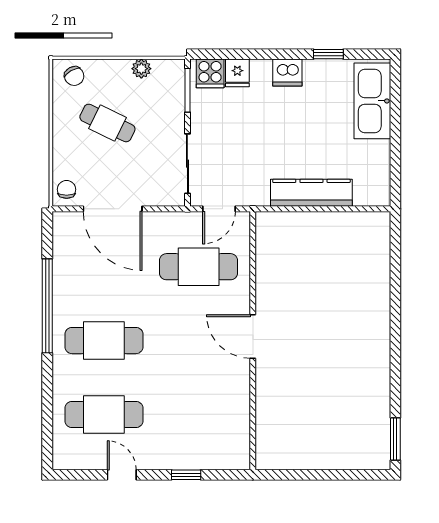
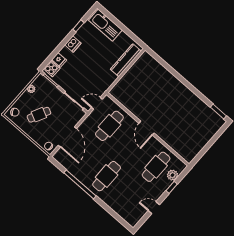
kitchen counter: (311, 193) -> (126, 60), moved
door: (113, 209) -> (67, 137), hinge flipped
door: (219, 209) -> (97, 103), swing flipped
door: (253, 336) -> (147, 128), hinge flipped
cafe table: (104, 414) -> (156, 167), moved
plant: (209, 457) -> (172, 175), added

